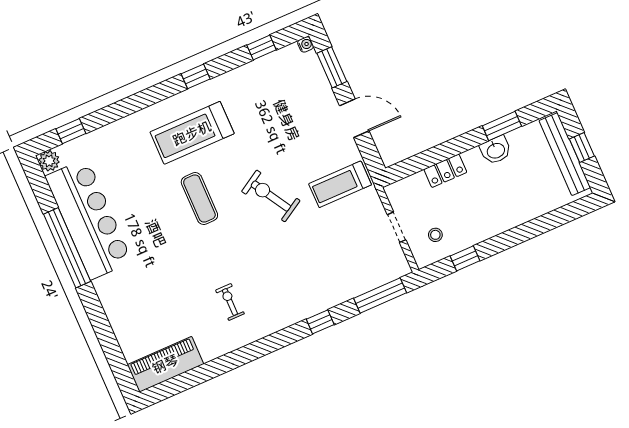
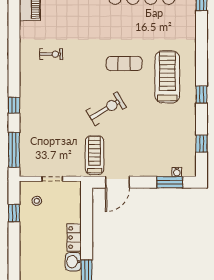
water cooler: (306, 44) -> (177, 172), moved
door: (354, 118) -> (117, 182), moved
locker: (445, 171) -> (74, 237), moved

